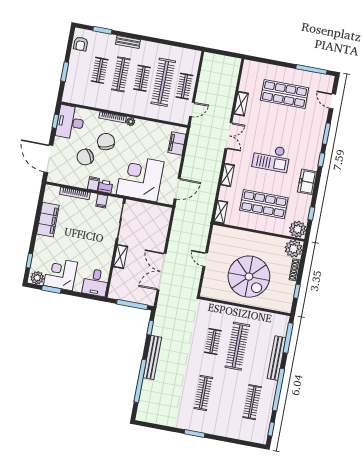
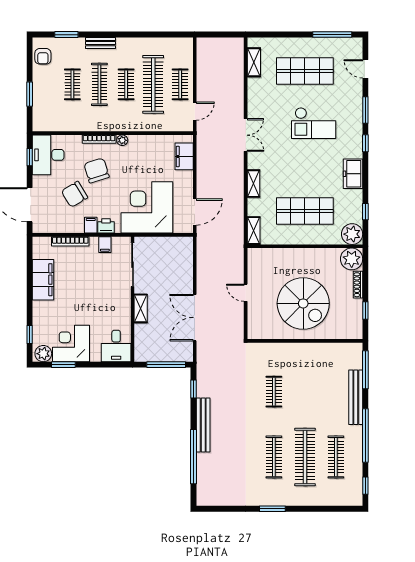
shelving: (241, 104) -> (254, 62), moved
checkout: (271, 158) -> (314, 123), moved
clothes rail: (237, 346) -> (305, 457), moved

